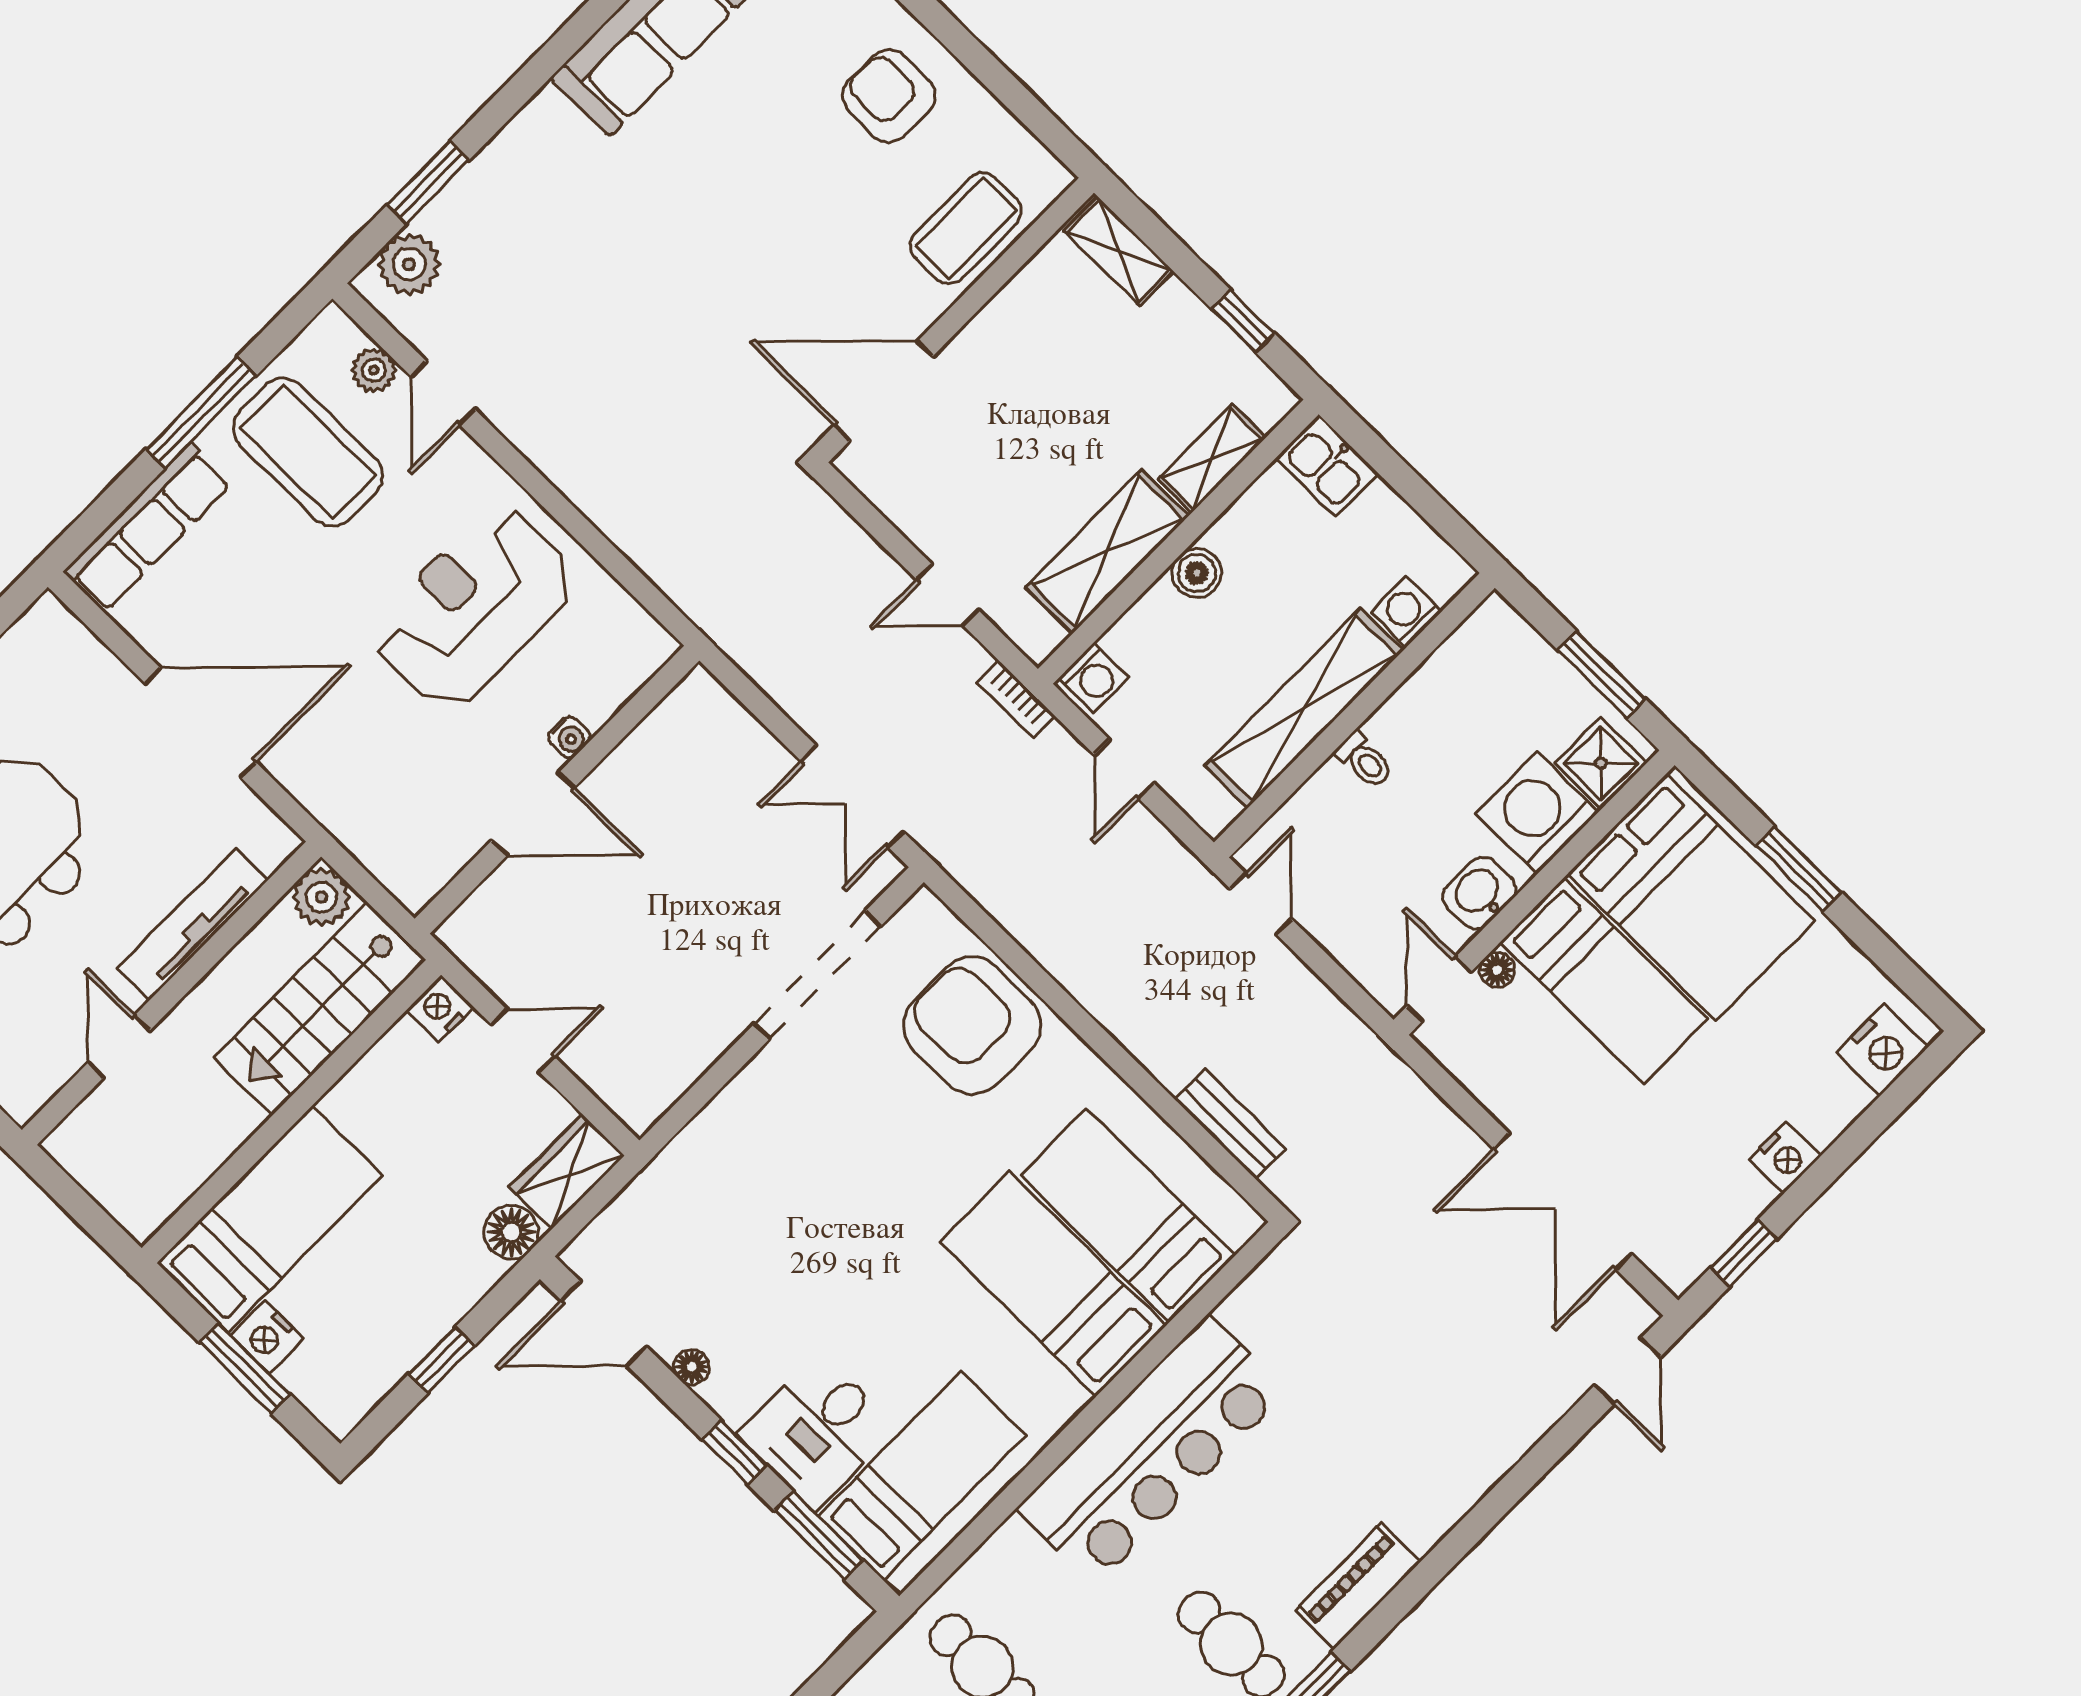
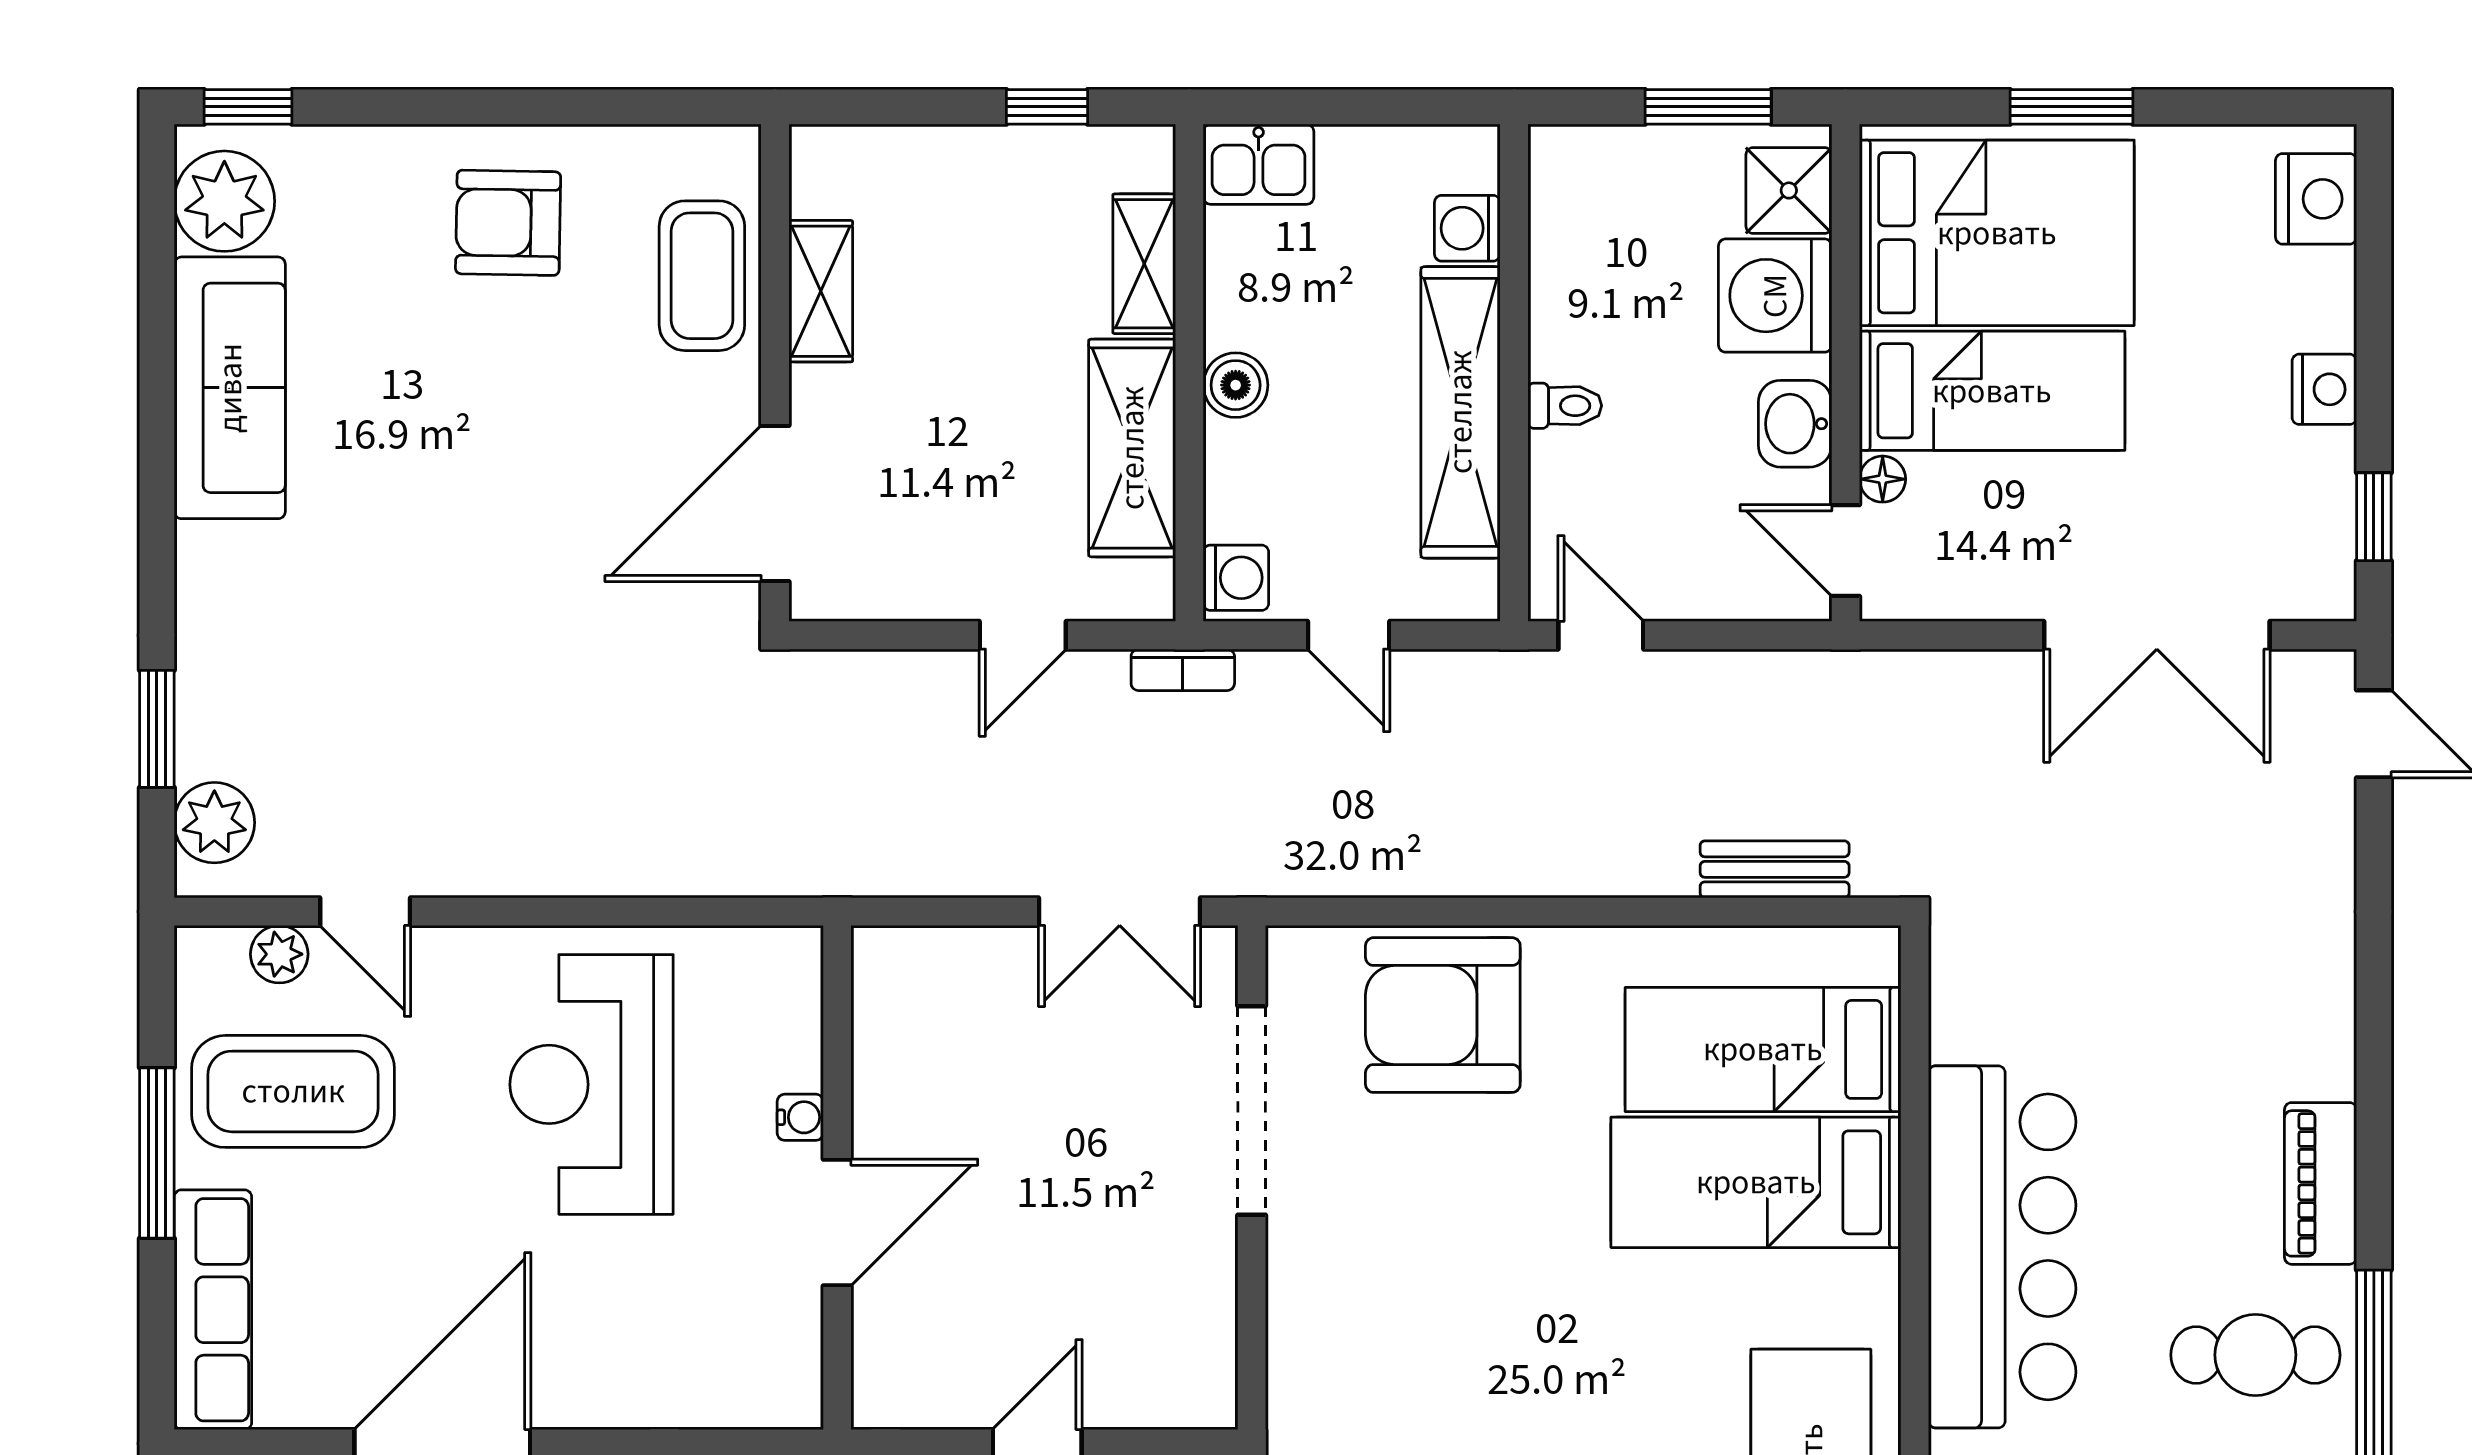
shelving: (1119, 251) -> (821, 291), moved, turned 90

